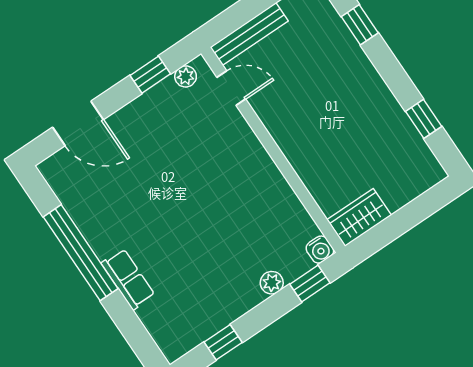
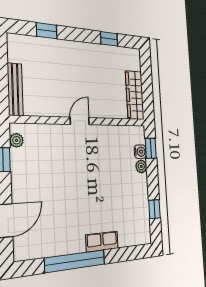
door: (231, 88) -> (80, 121), moved
wardrobe: (359, 217) -> (135, 95), width x1.50
water cooler: (320, 250) -> (140, 152), moved

